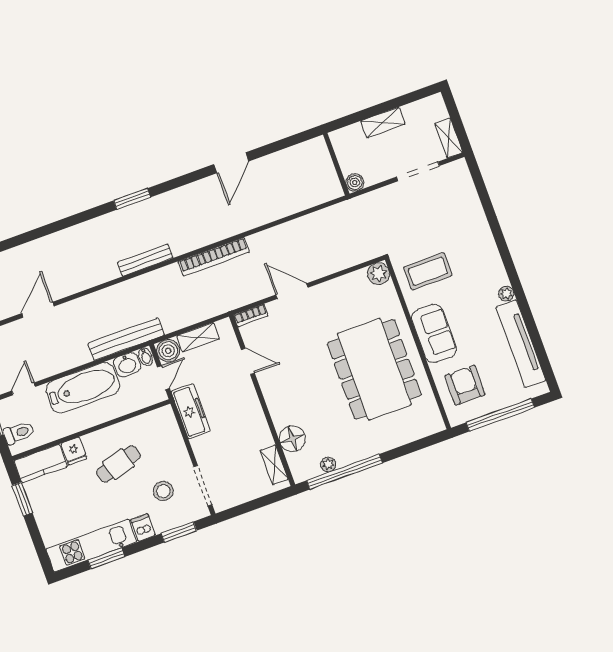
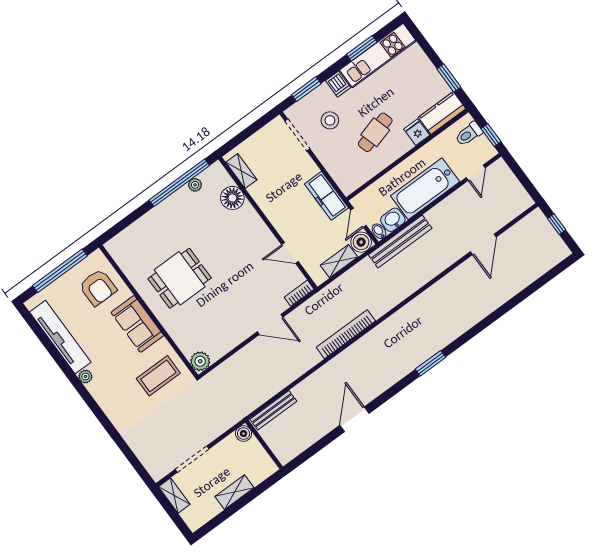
bench: (145, 260) -> (273, 410), moved
dining table: (374, 369) -> (180, 278), width x0.53, depth x0.80

